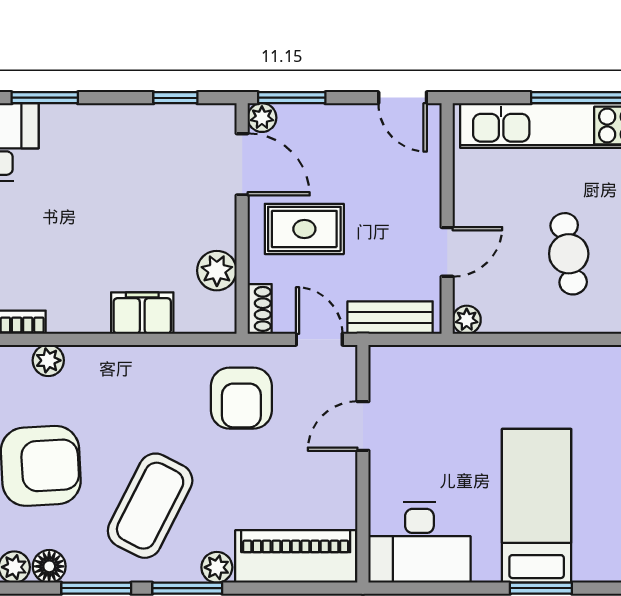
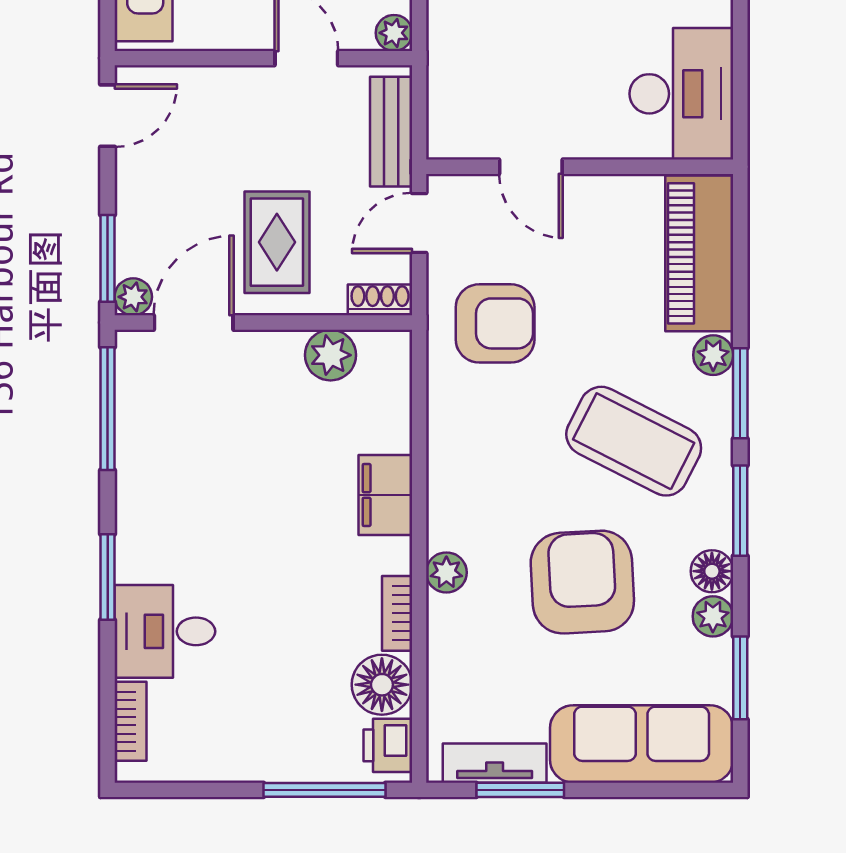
window: (175, 98) -> (108, 409), width x2.17
filing cabinet: (142, 313) -> (385, 495), moved

